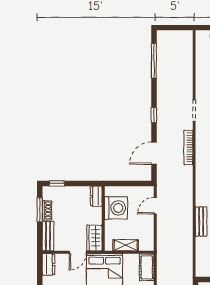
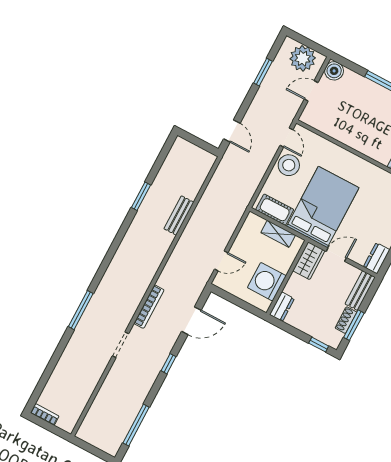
cot: (147, 267) -> (275, 210), moved, turned 90

